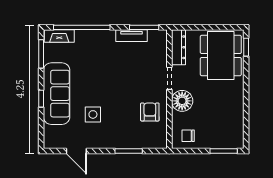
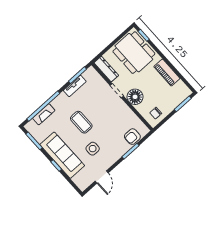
fireplace: (59, 36) -> (44, 114), moved
coffee table: (105, 78) -> (81, 122), added
piano: (236, 105) -> (167, 73), added
armchair: (150, 112) -> (132, 137), moved, turned -90
door: (76, 151) -> (102, 177), hinge flipped

